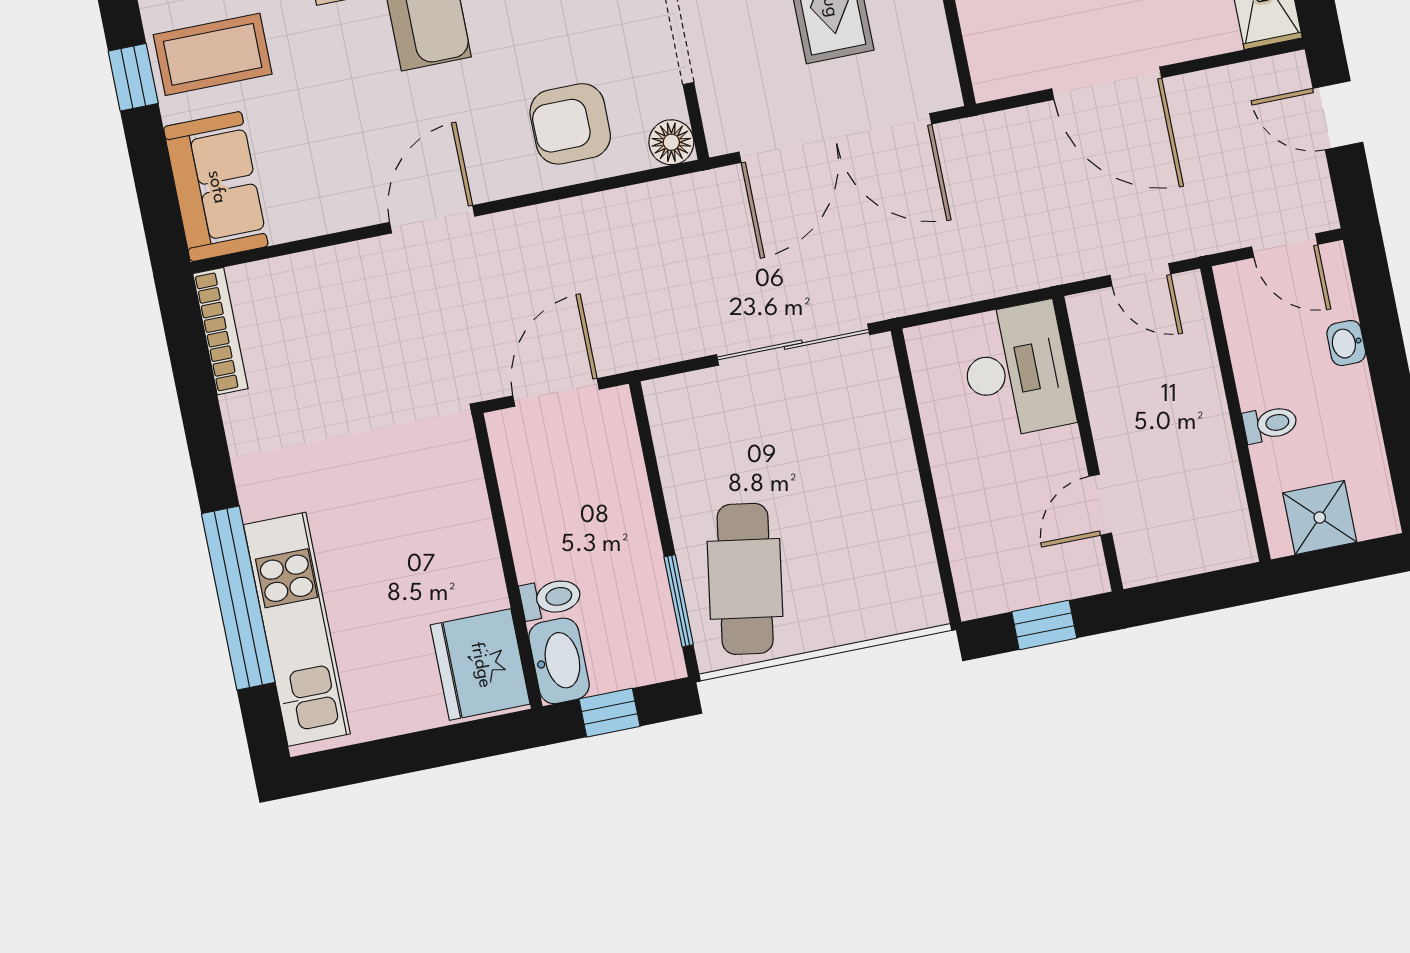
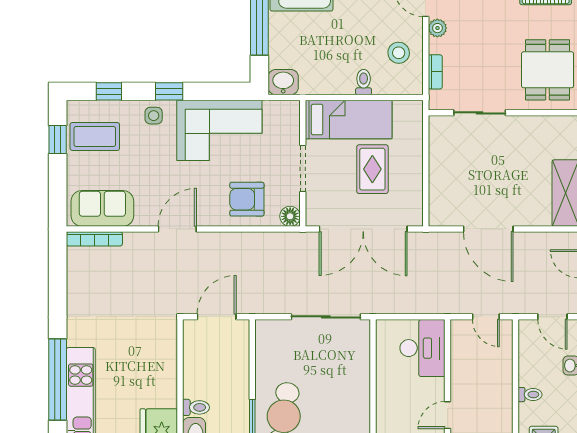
sofa: (216, 187) -> (102, 208), moved, turned -90
bookcase: (220, 331) -> (94, 239), moved, turned 90

